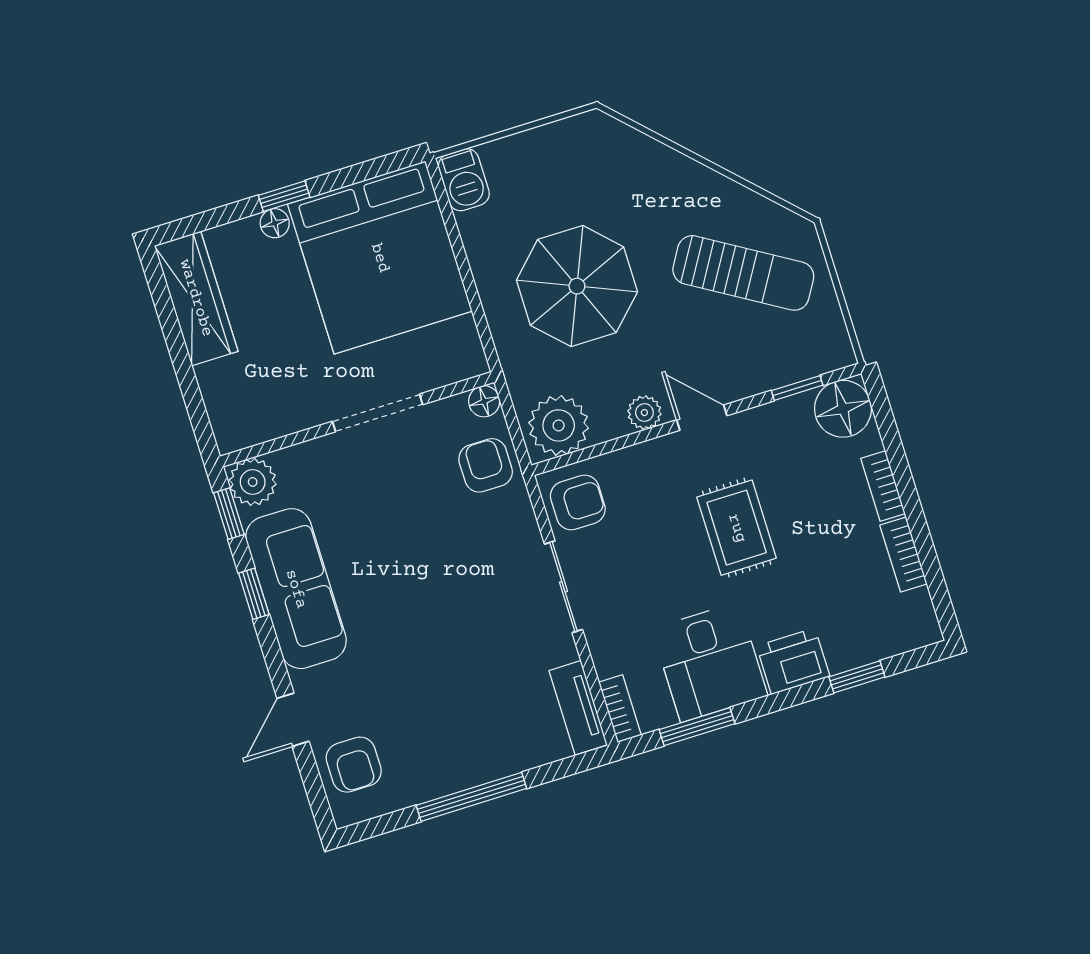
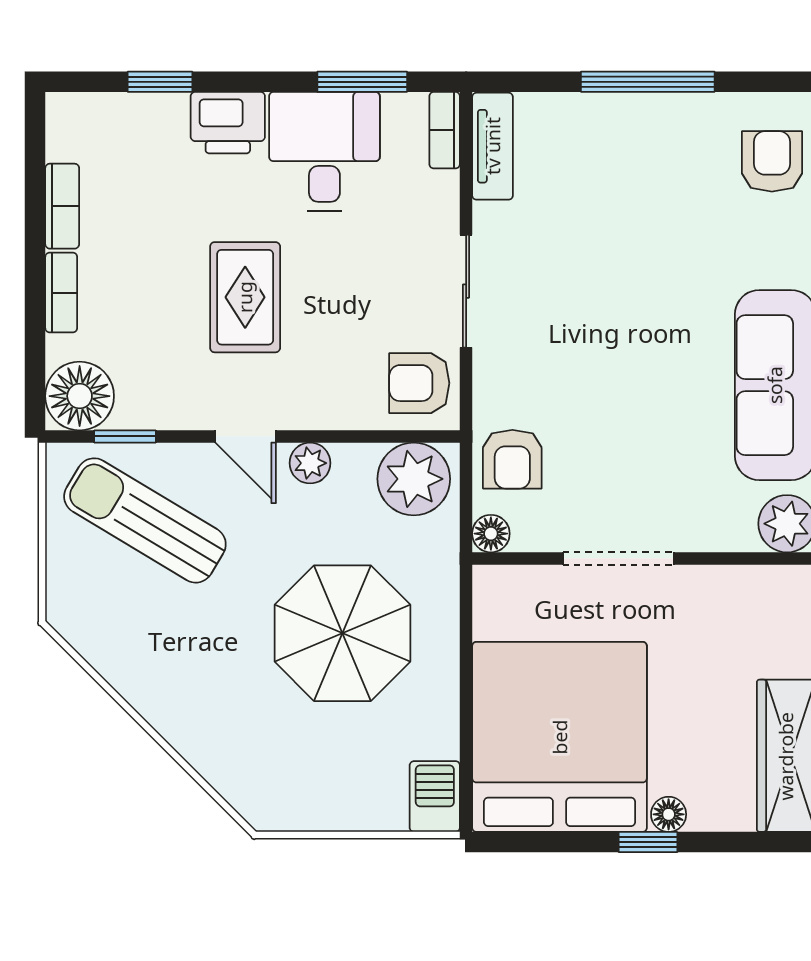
sun lounger: (743, 273) -> (145, 520), moved

